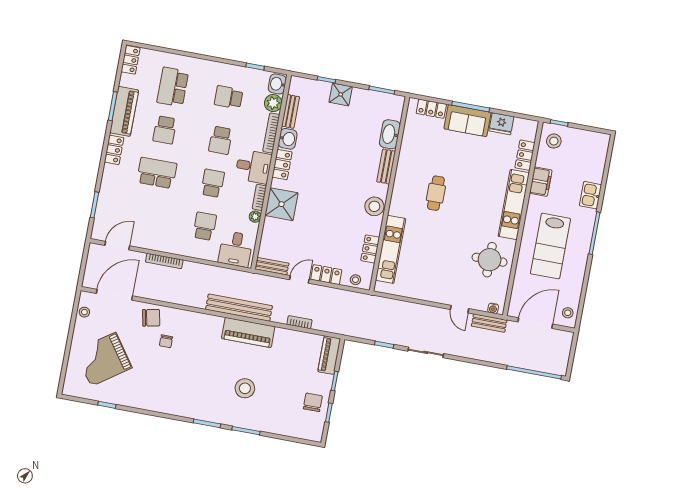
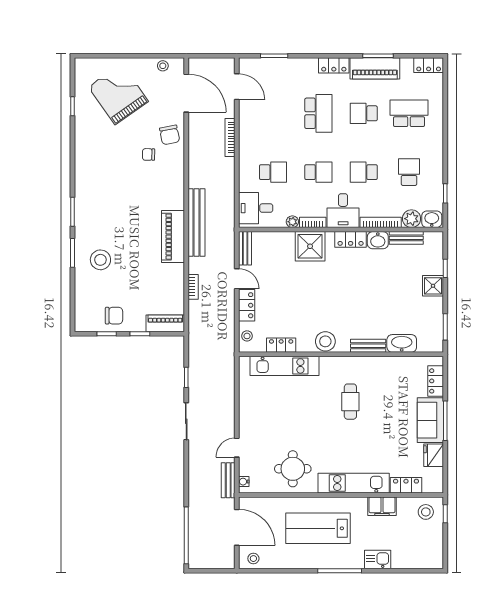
cafe table: (436, 193) -> (350, 402), turned 90
stool: (245, 388) -> (100, 260), moved

